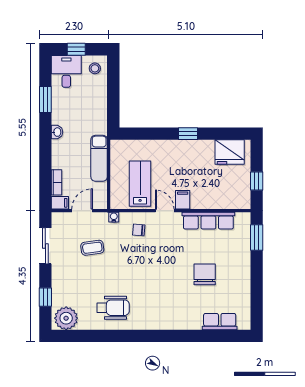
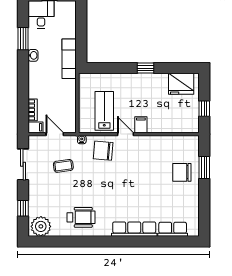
stool: (95, 68) -> (66, 12), removed
washbasin: (57, 132) -> (33, 55), moved
exam couch: (99, 158) -> (69, 59), moved
door: (82, 211) -> (55, 134), hinge flipped
row of seats: (208, 221) -> (134, 229), moved, turned 180
chair: (139, 230) -> (103, 151), width x1.87, depth x1.87
window: (257, 237) -> (204, 167), moved
chair: (205, 274) -> (182, 172), moved, turned -90

